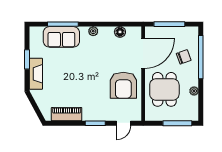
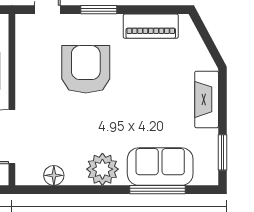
plant: (93, 31) -> (102, 169), width x1.88, depth x1.88
window: (27, 59) -> (222, 152), moved
armchair: (123, 85) -> (86, 69), moved

